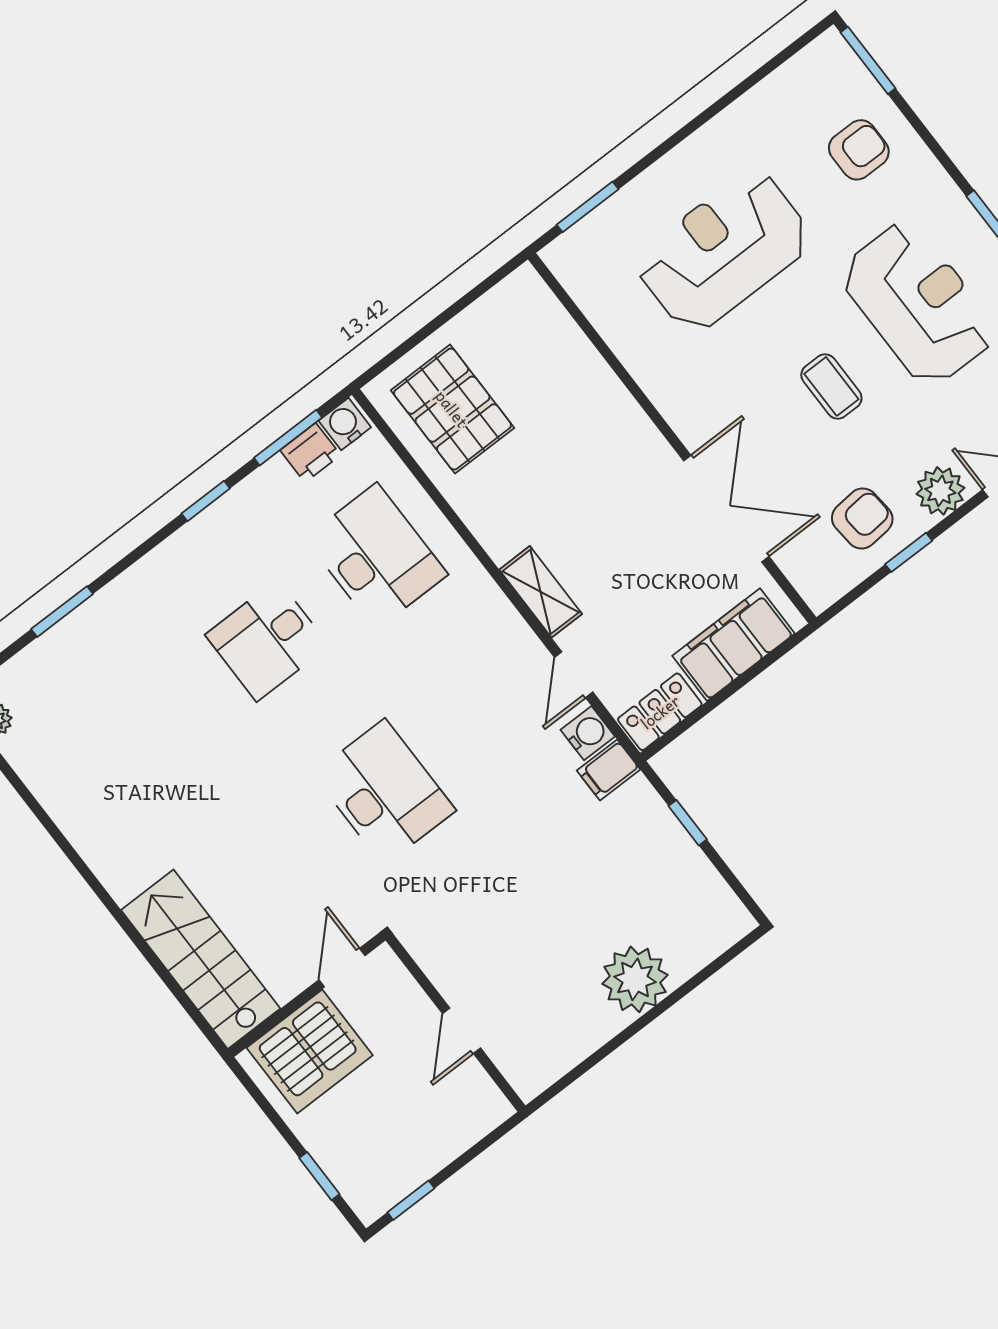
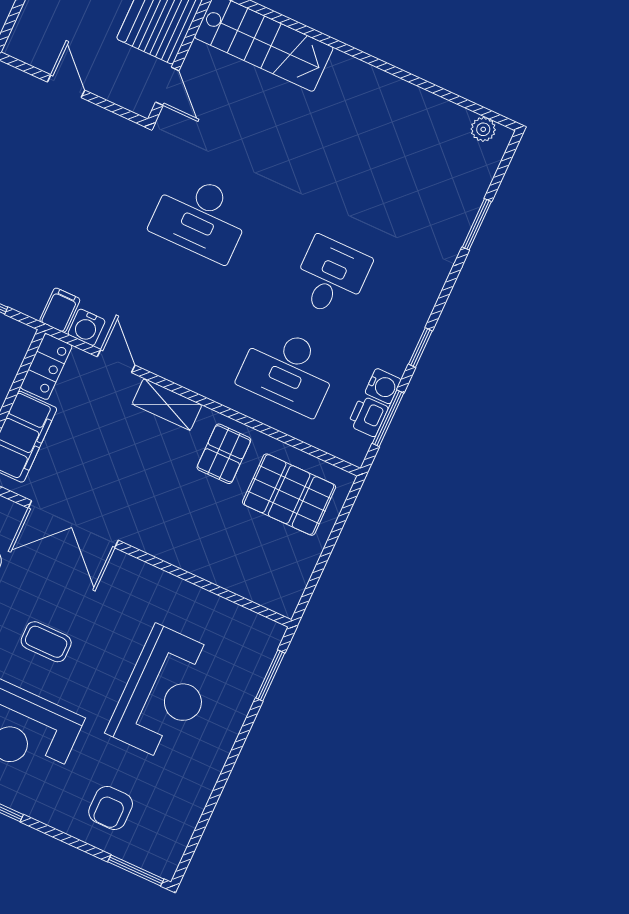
water cooler: (345, 424) -> (383, 386), moved
pallet: (504, 498) -> (224, 454), added

